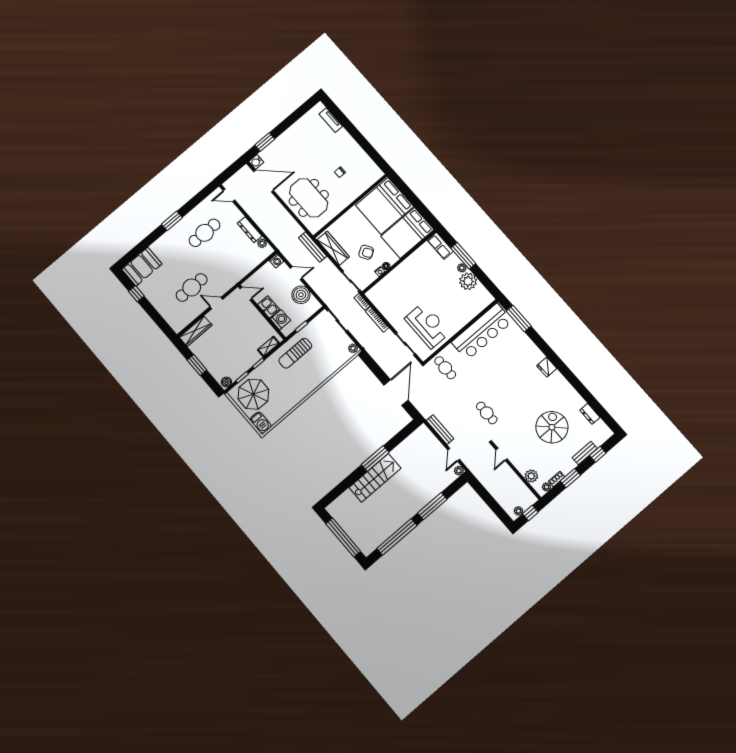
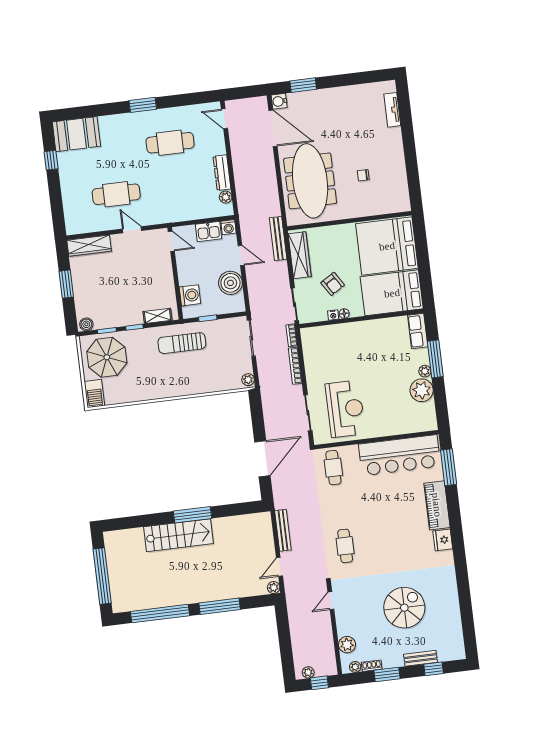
meeting table: (309, 198) -> (310, 181), width x1.36
kitchen sink: (269, 307) -> (209, 232), moved, turned 90
piano: (528, 348) -> (437, 505), added
dresser: (590, 414) -> (455, 621), removed

